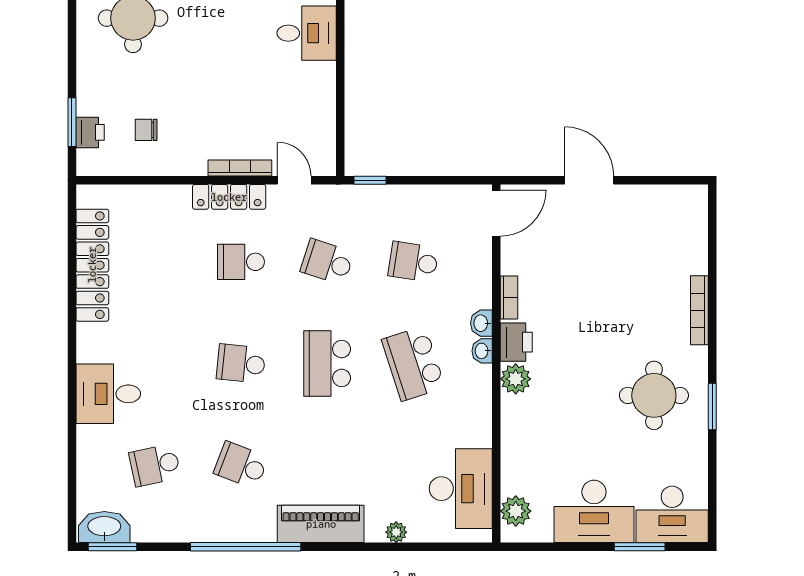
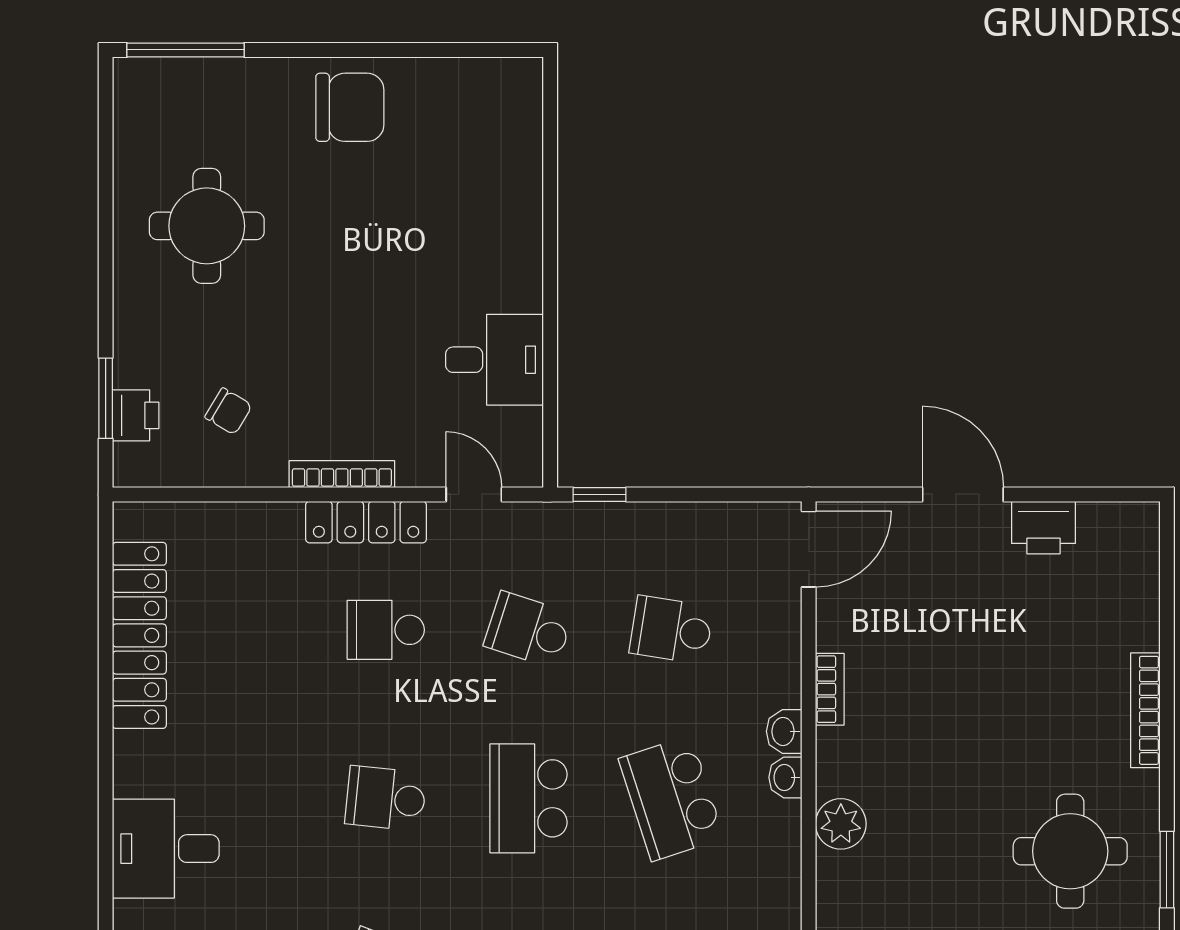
desk: (307, 33) -> (494, 360), moved
chair: (146, 130) -> (229, 411), turned -149
bookcase: (240, 168) -> (342, 474), moved
printer: (516, 342) -> (1043, 528), moved, turned 90

